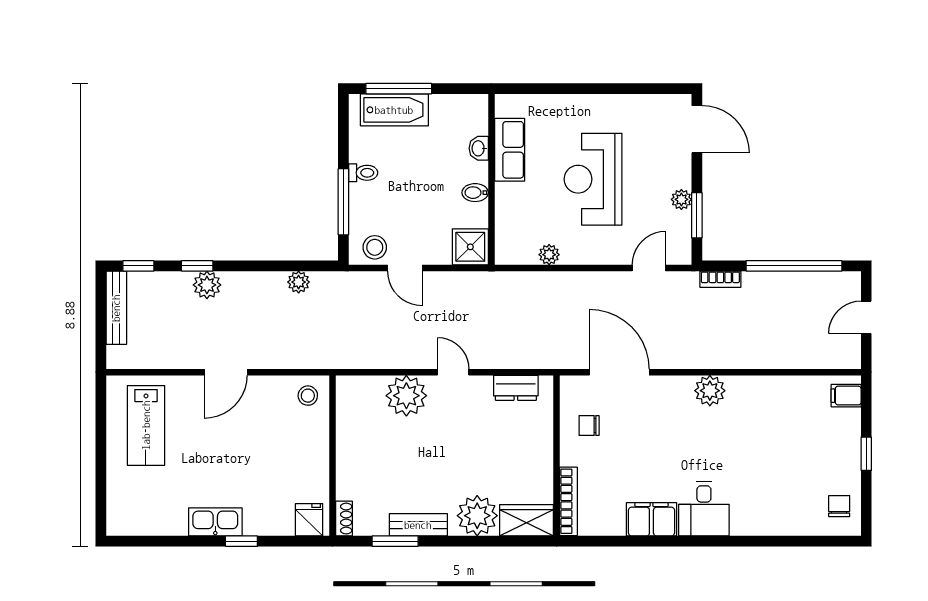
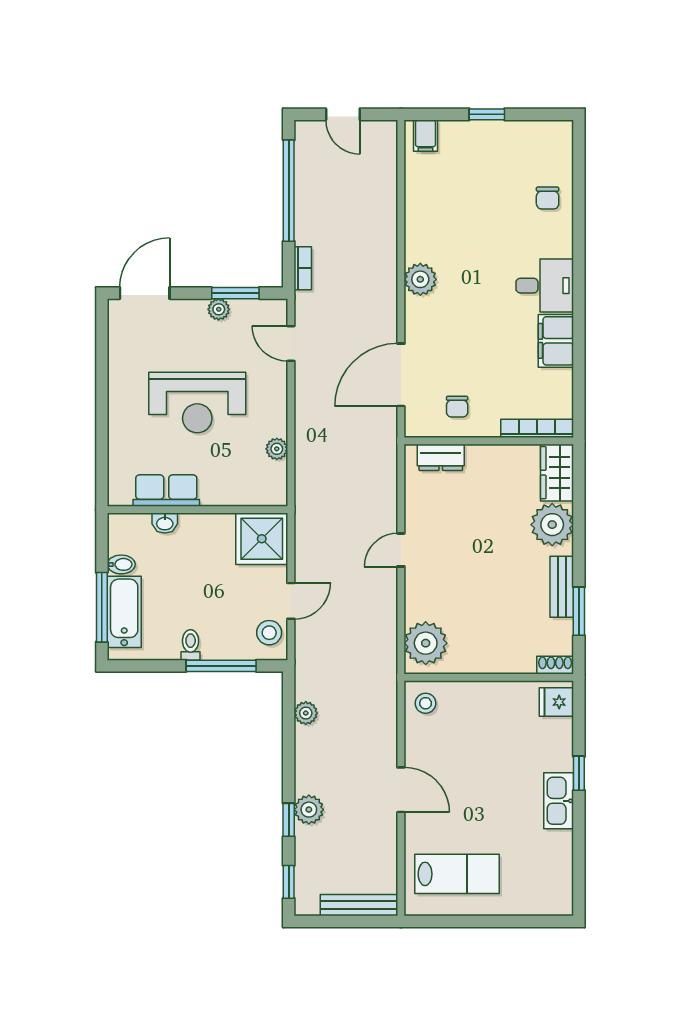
bidet: (475, 193) -> (121, 564), moved, turned -90
shower: (470, 247) -> (262, 539), width x1.36, depth x1.36
bench: (116, 308) -> (359, 905), moved
dresser: (516, 388) -> (441, 457), moved, turned 90
plant: (406, 396) -> (426, 643), moved
chair: (839, 506) -> (548, 198), moved, turned -90

